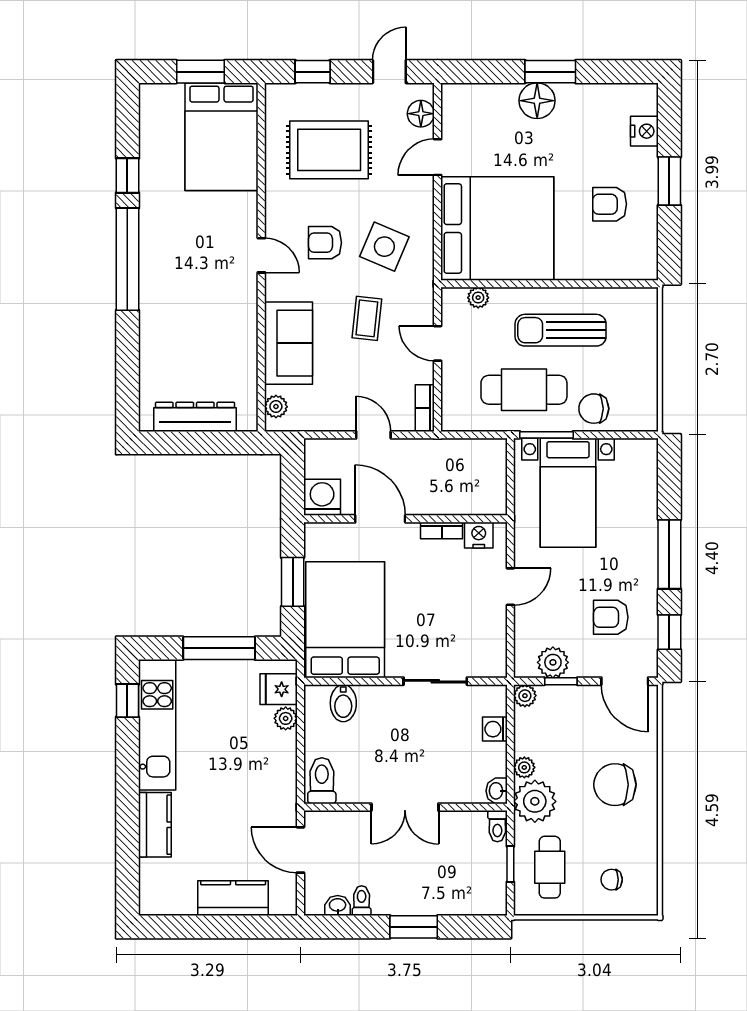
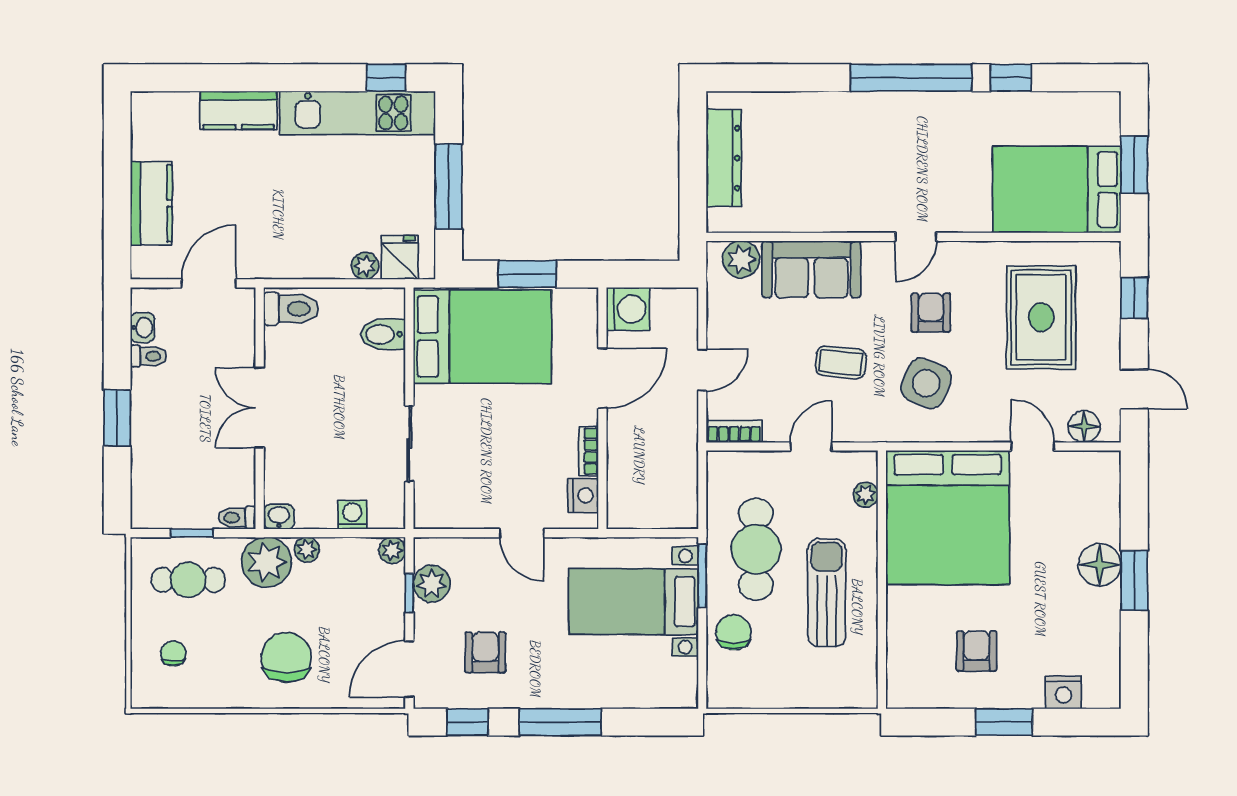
plant: (276, 407) -> (741, 259), width x1.38, depth x1.38

